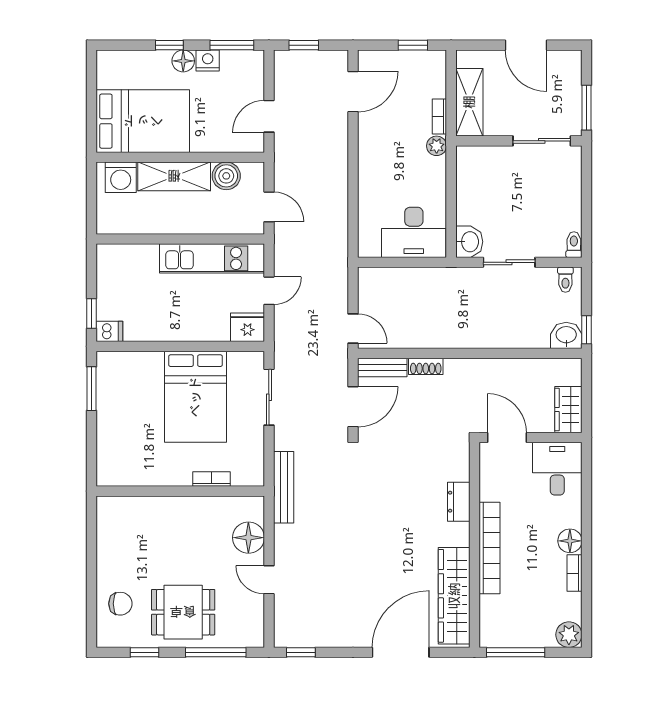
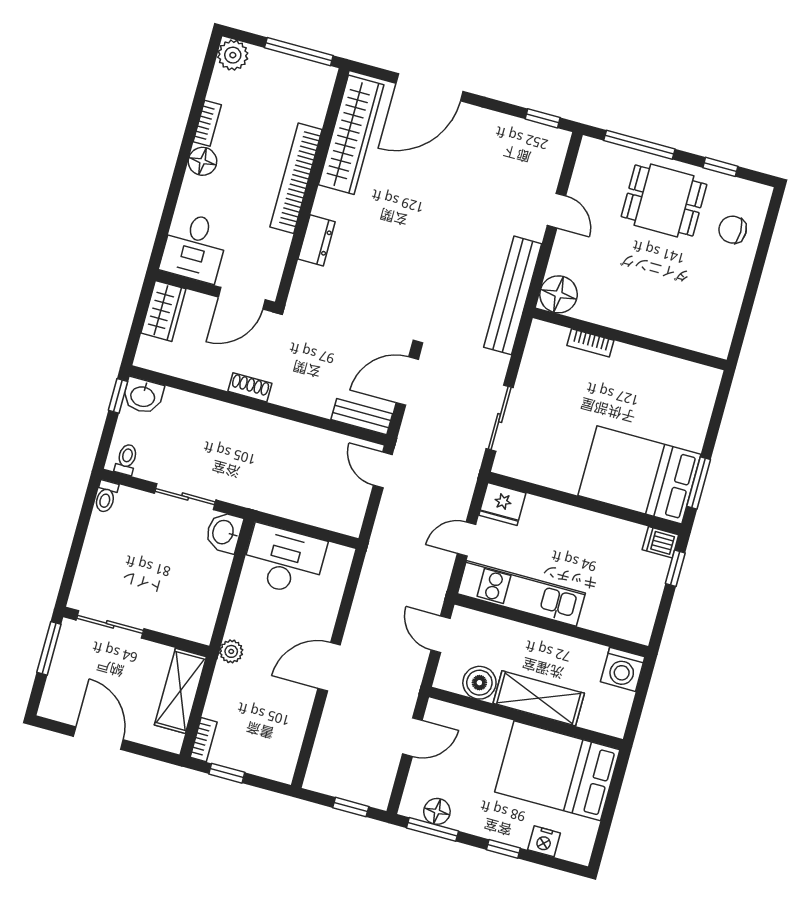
nightstand: (208, 60) -> (544, 841), moved
floor lamp: (183, 61) -> (437, 811), moved
door: (353, 92) -> (329, 667), moved
bookcase: (439, 116) -> (204, 740), moved
washing machine: (121, 177) -> (623, 669), moved, turned 180
shoe rack: (426, 366) -> (250, 387), moved
bed: (195, 397) -> (639, 475), moved, turned -90
door: (507, 437) -> (242, 298), hinge flipped
bench: (284, 487) -> (513, 295), width x1.37, depth x1.21
floor lamp: (248, 538) -> (559, 294), moved

